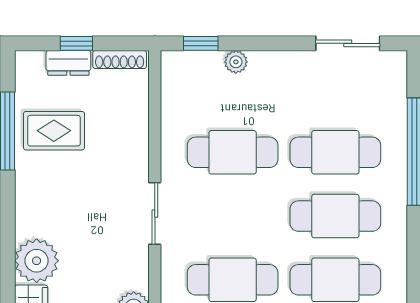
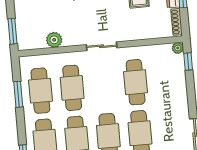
plant: (236, 62) -> (178, 48), moved

